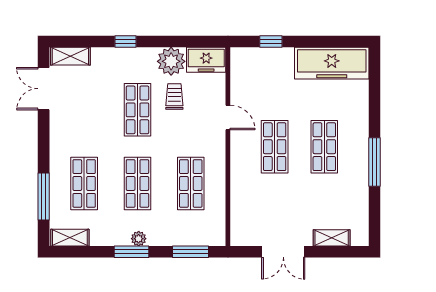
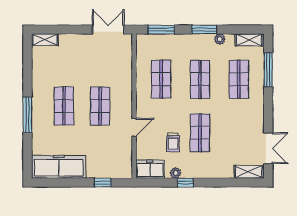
window: (126, 42) -> (185, 183), moved
plant: (171, 61) -> (175, 173), width x0.53, depth x0.53
door: (228, 117) -> (134, 127), swing flipped
window: (374, 162) -> (27, 115), moved
shelving: (332, 238) -> (45, 40), moved
plant: (139, 239) -> (220, 39), moved
double door: (283, 252) -> (108, 30), moved

